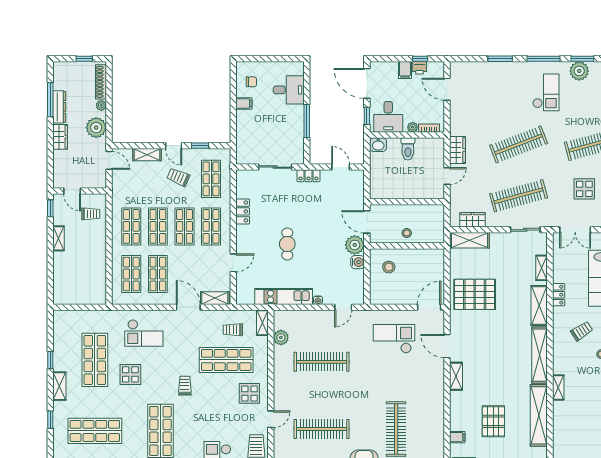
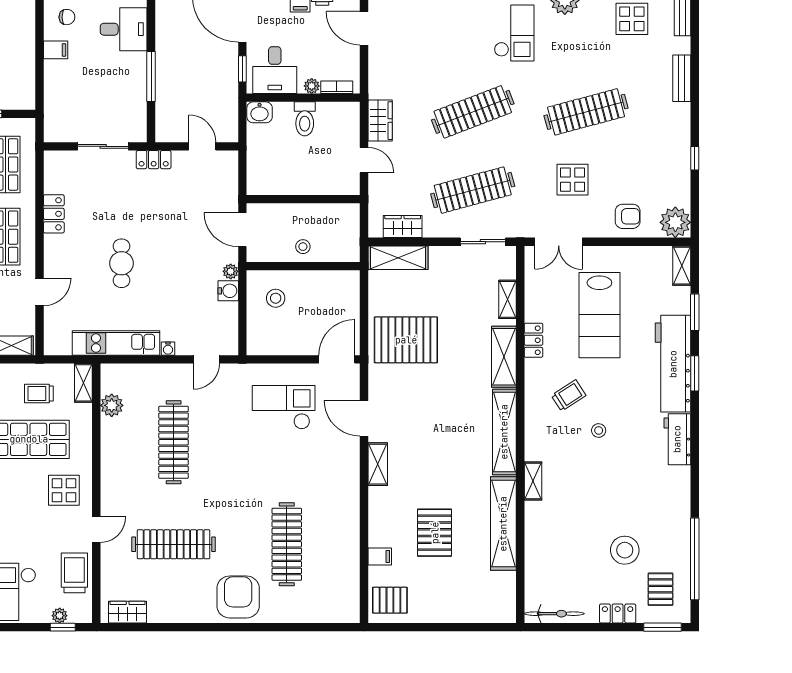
door: (447, 176) -> (364, 160), hinge flipped
plant: (355, 245) -> (231, 271), width x0.53, depth x0.53
clothes rail: (322, 362) -> (174, 442), turned 90

